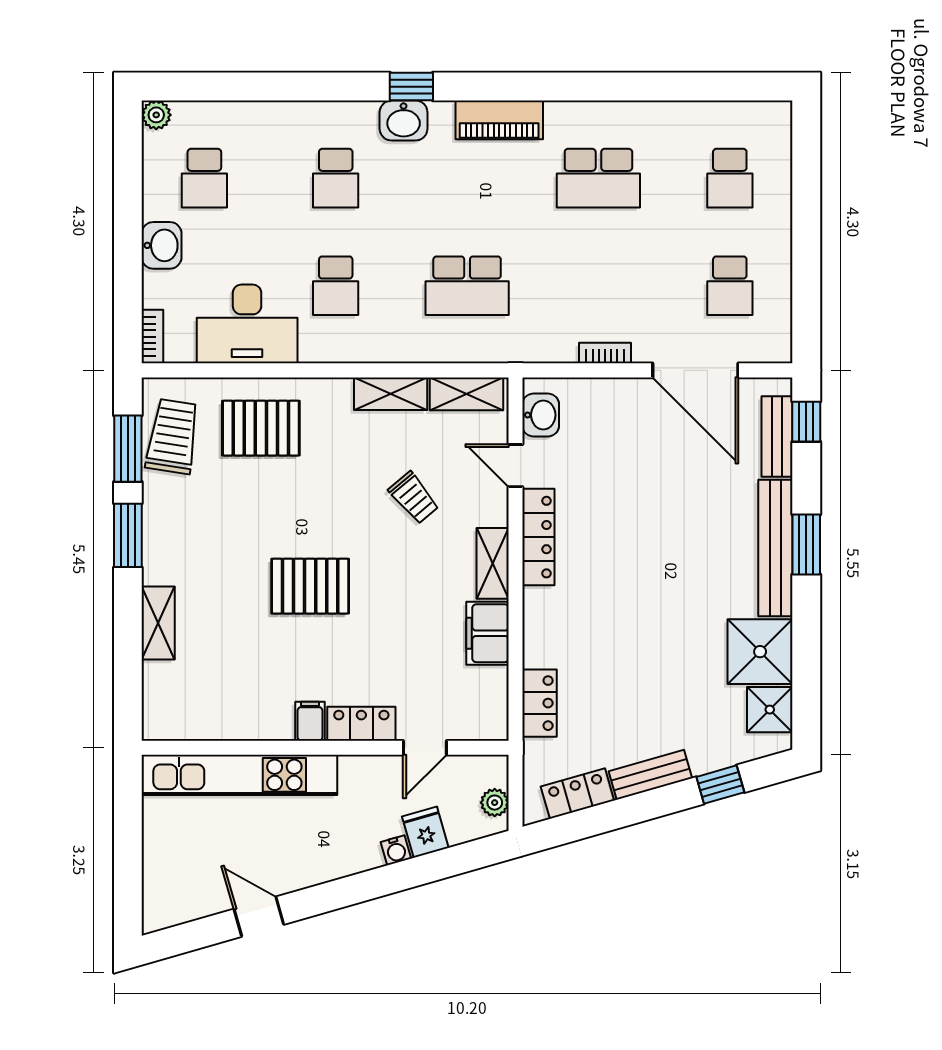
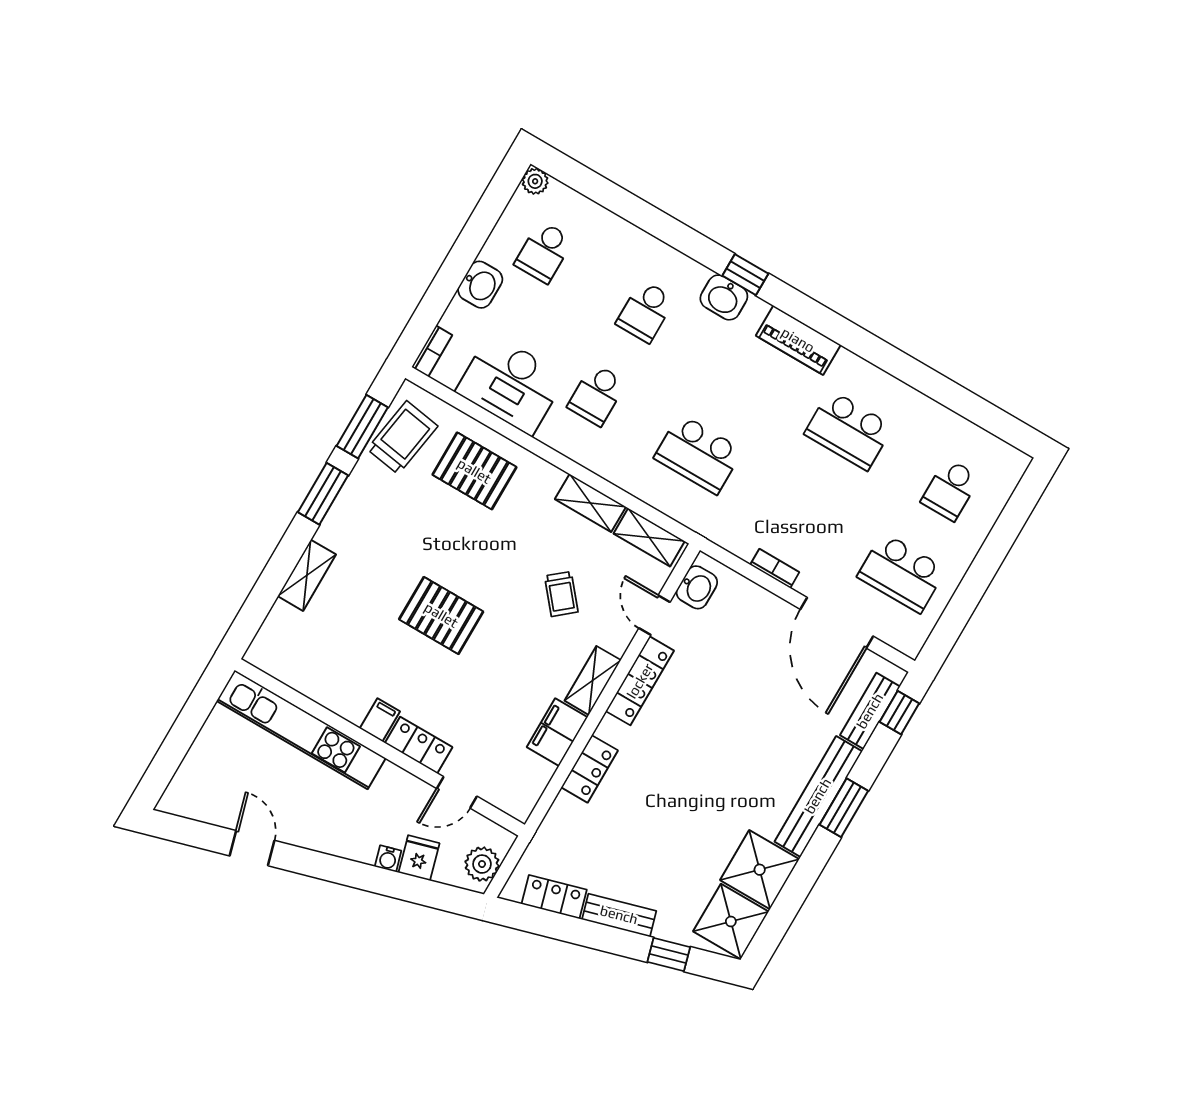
school desk: (730, 286) -> (902, 573), width x1.85
locker: (540, 703) -> (590, 769), moved
shower: (770, 710) -> (731, 922), width x1.36, depth x1.36
plant: (495, 803) -> (482, 864), width x1.38, depth x1.38

